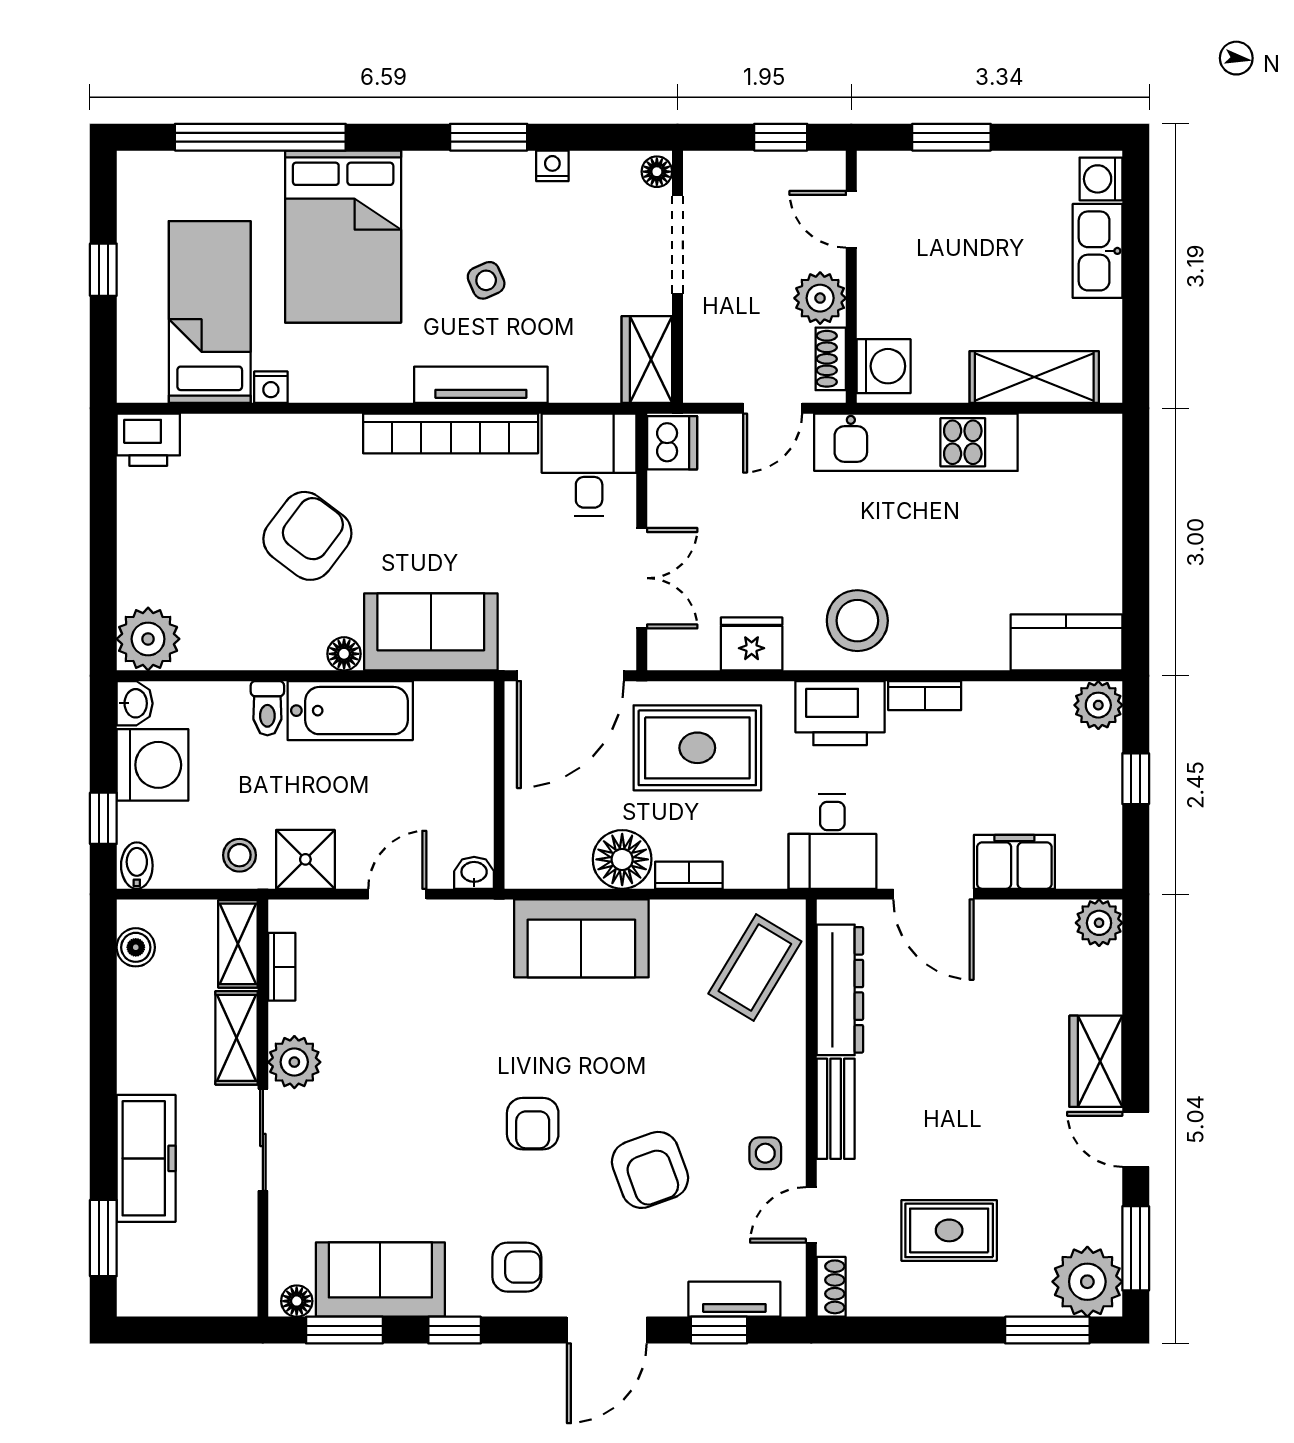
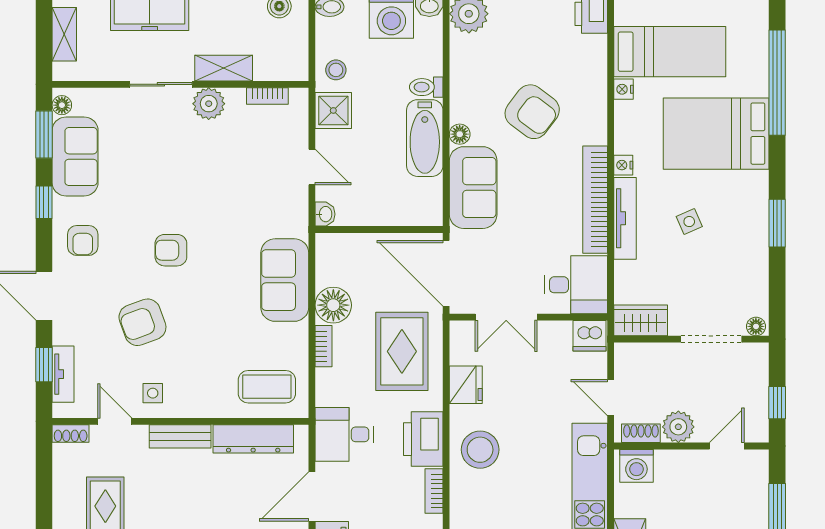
nightstand: (552, 166) -> (623, 165), moved, turned 180
shelving: (238, 944) -> (64, 34), moved, turned 90
coffee table: (755, 968) -> (267, 387), turned -31

